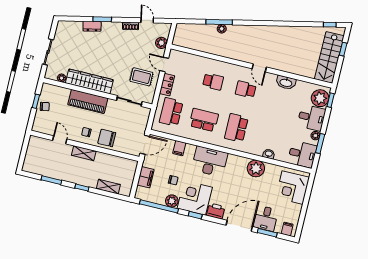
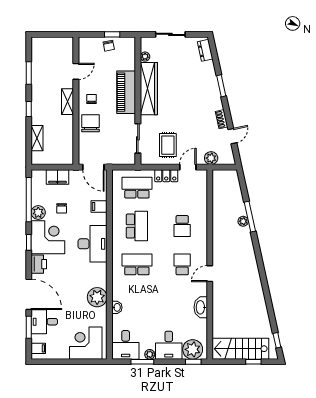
dresser: (92, 26) -> (205, 50), moved

